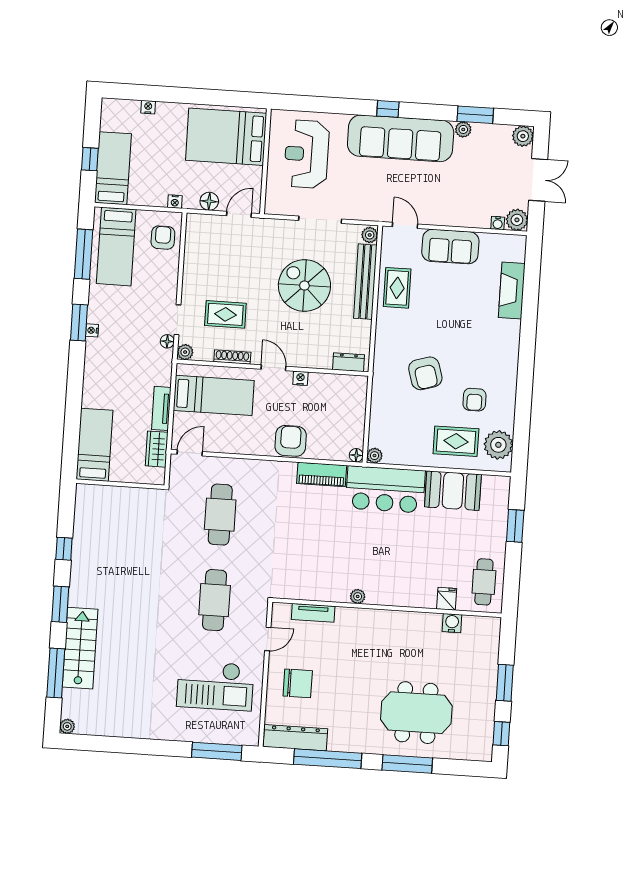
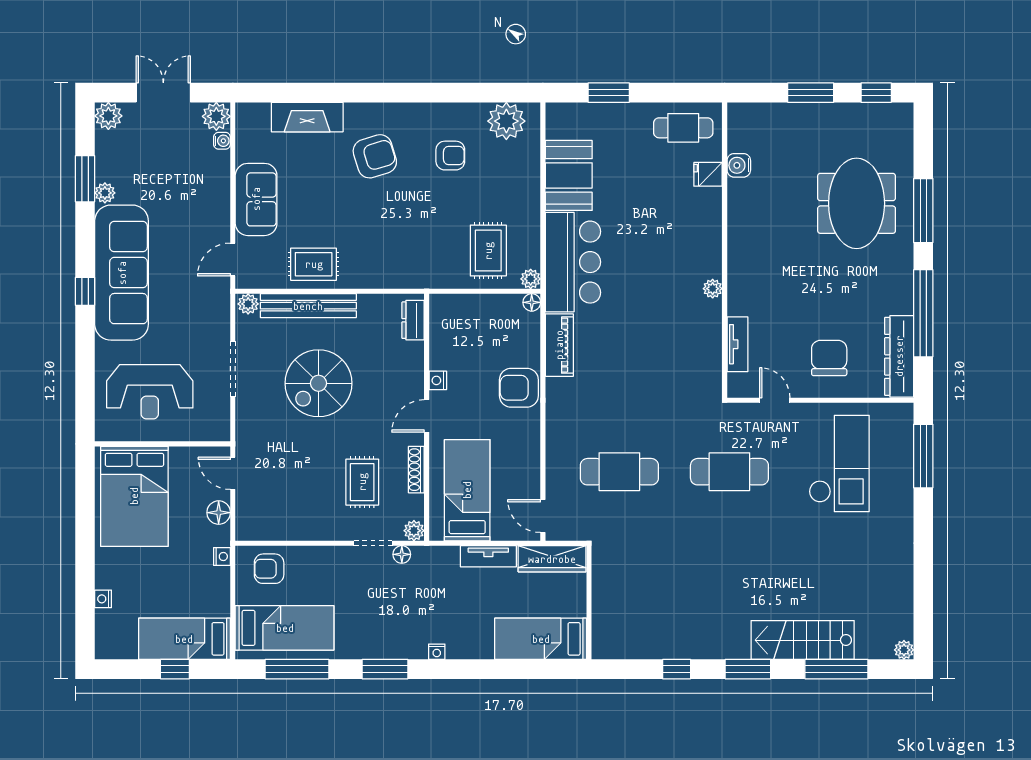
nightstand: (92, 330) -> (437, 652), moved
armchair: (425, 373) -> (375, 156), moved
rug: (456, 441) -> (488, 251), moved
wardrobe: (157, 449) -> (552, 559), width x1.50

